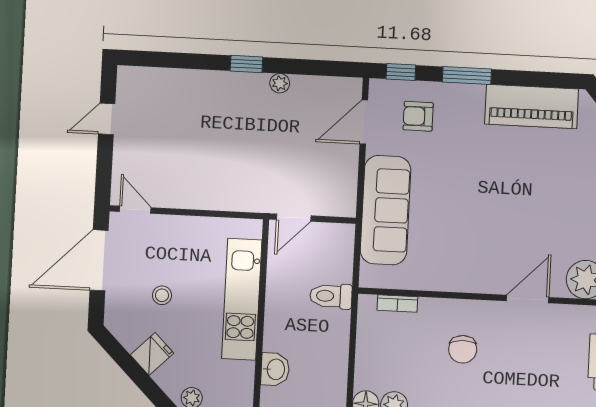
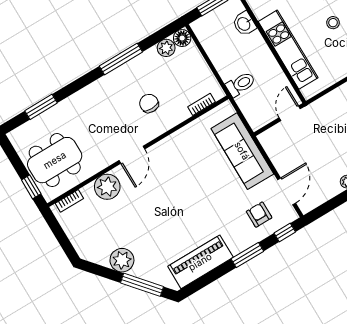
armchair: (418, 116) -> (259, 215), turned -90

